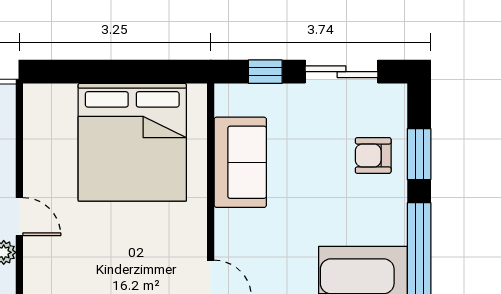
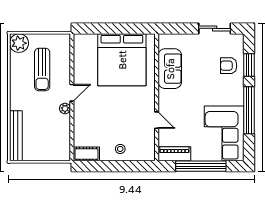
window: (265, 72) -> (181, 28), removed
door: (19, 217) -> (72, 93), hinge flipped

